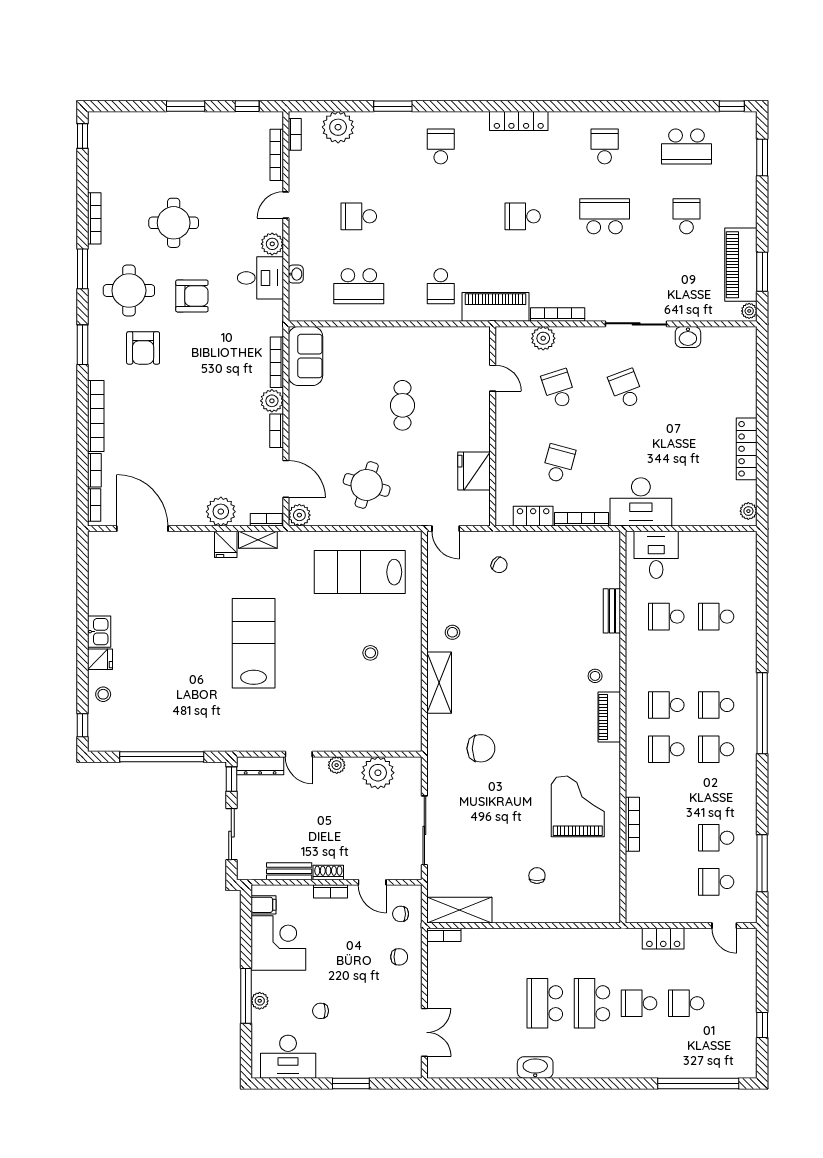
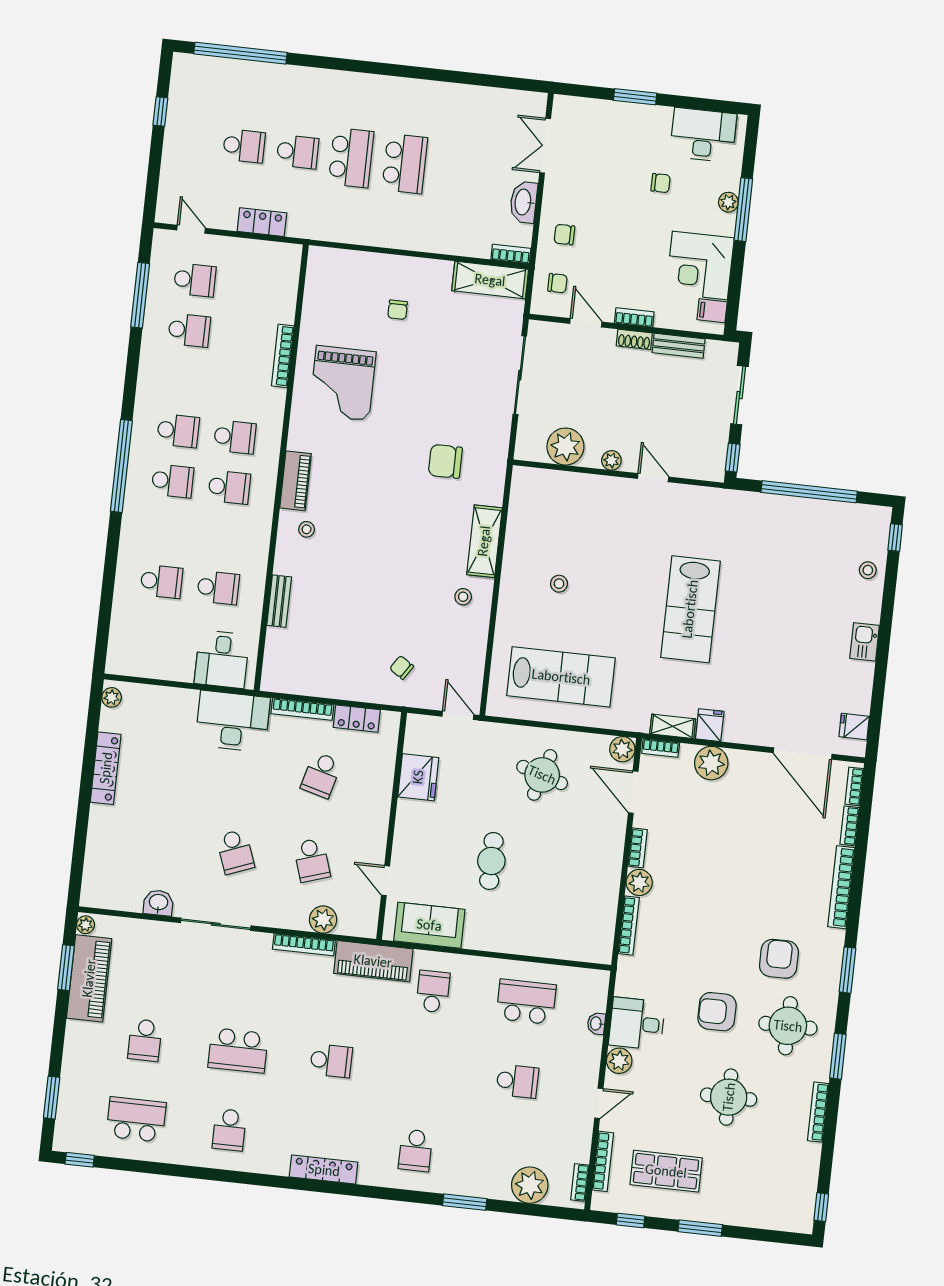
shop shelf: (221, 152) -> (666, 1171), added
sofa: (305, 356) -> (429, 925), moved, turned 90
fridge: (100, 659) -> (854, 727), moved
dresser: (260, 766) -> (698, 469), removed
washbasin: (535, 1067) -> (524, 202), moved, turned 90

